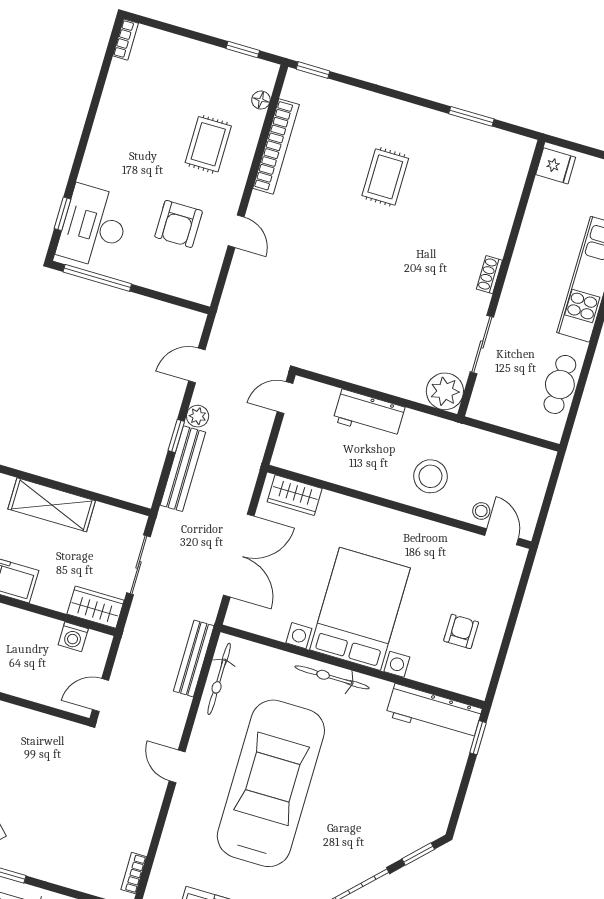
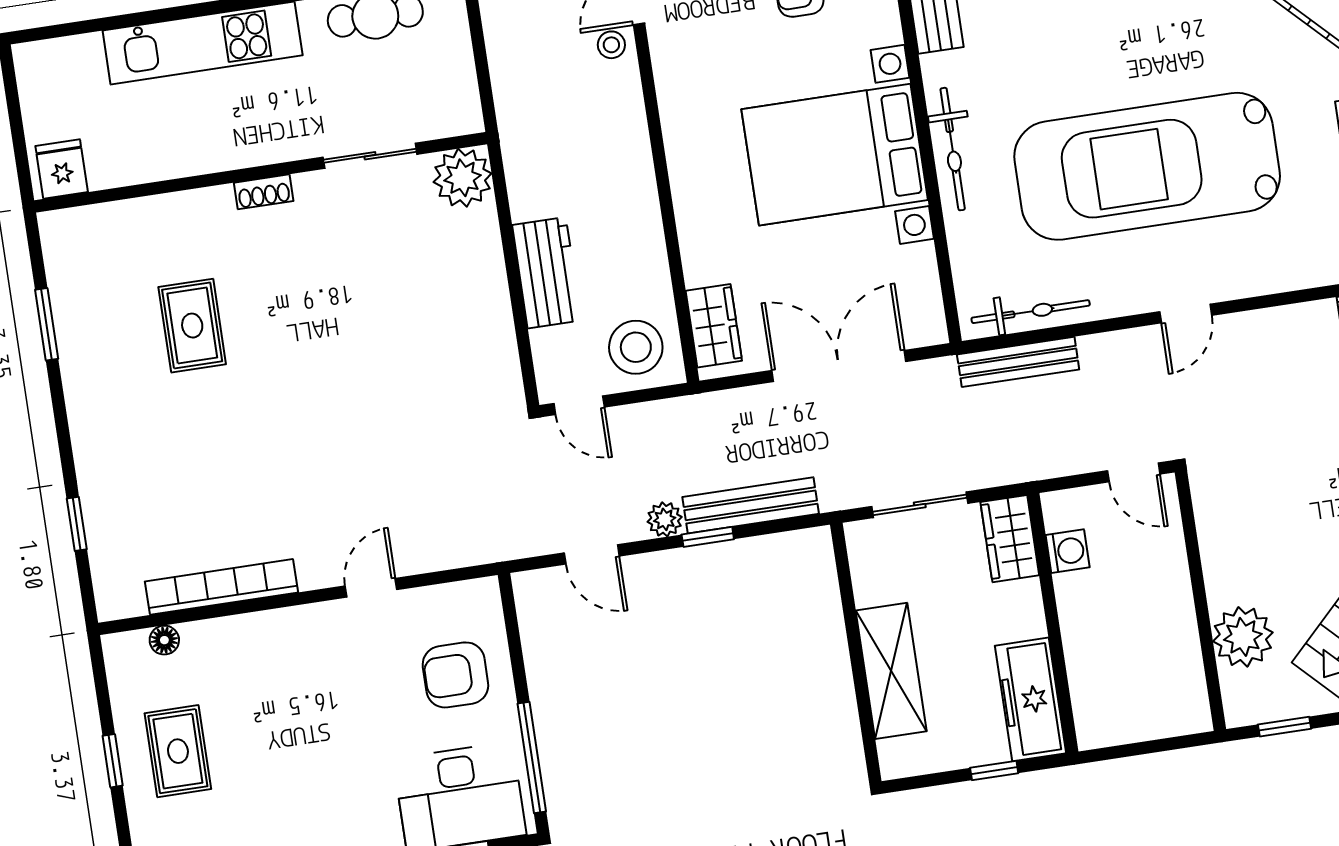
window: (243, 50) -> (113, 761), moved
window: (313, 70) -> (77, 524), moved
rug: (208, 144) -> (178, 751), moved, turned 90
rug: (385, 177) -> (192, 326), moved, turned 90
armchair: (179, 224) -> (455, 675), moved, turned 180
stool: (430, 476) -> (636, 347), moved

